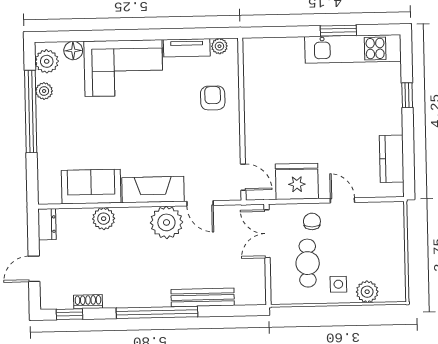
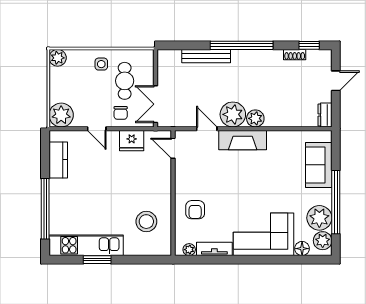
stool: (276, 81) -> (146, 222), added
plant: (44, 91) -> (319, 218), width x1.88, depth x1.88
window: (407, 95) -> (45, 209), width x3.17
fridge: (297, 181) -> (132, 141), width x0.73, depth x0.75
sofa: (91, 187) -> (319, 165), moved, turned 90
plant: (389, 217) -> (61, 115), added
plant: (104, 219) -> (255, 118), moved
double door: (267, 234) -> (155, 104), swing flipped
plant: (367, 292) -> (58, 58), moved

